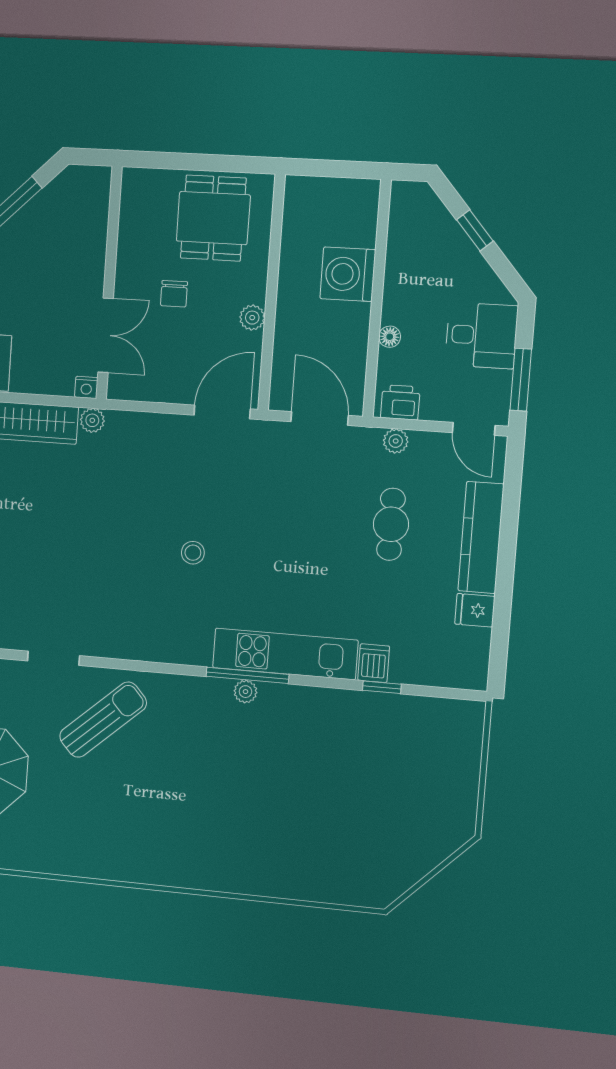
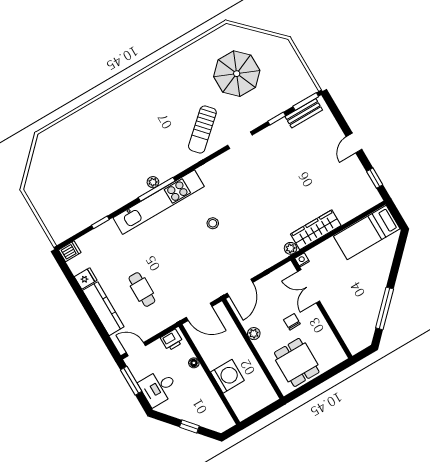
plant: (396, 441) -> (163, 324), removed
kitchen unit: (285, 654) -> (159, 202), width x1.36
dishwasher: (374, 663) -> (70, 251), moved, turned -90

